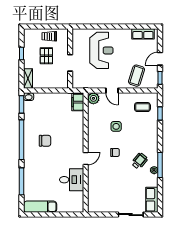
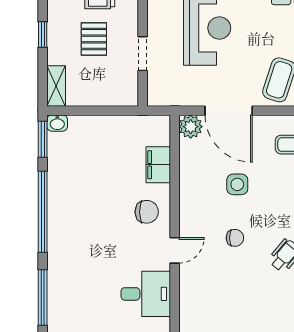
door: (112, 91) -> (229, 111), width x1.87
filing cabinet: (78, 102) -> (158, 165), moved
chair: (45, 141) -> (147, 212), moved

